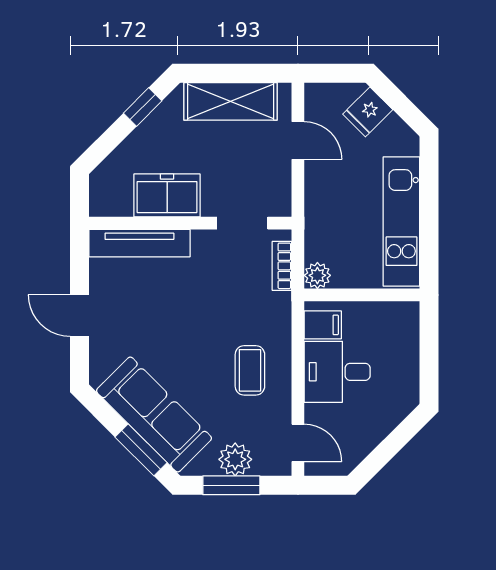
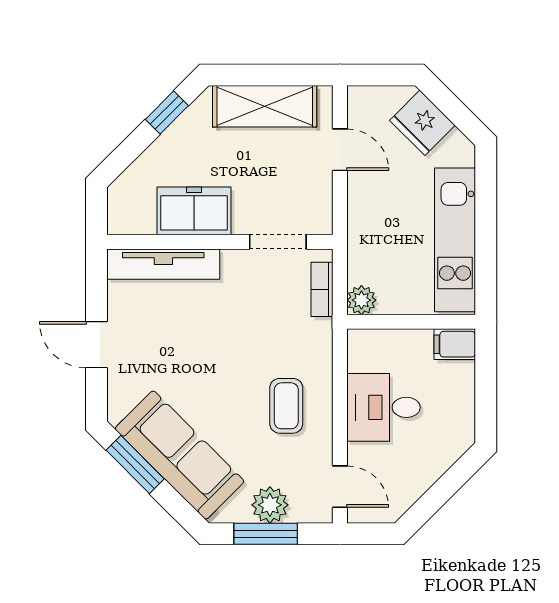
fridge: (368, 112) -> (422, 123), width x1.38
filing cabinet: (323, 325) -> (455, 344), moved, turned 180
window: (141, 450) -> (135, 464), moved

